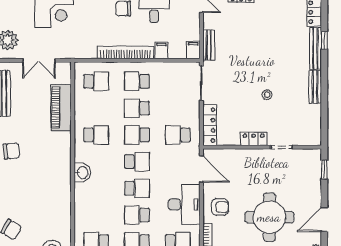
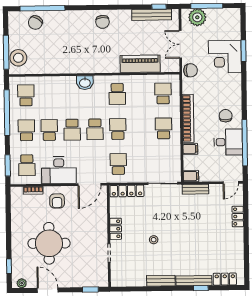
chair: (70, 49) -> (191, 70), added
school desk: (96, 81) -> (163, 93), turned 180
school desk: (137, 108) -> (141, 129), removed

